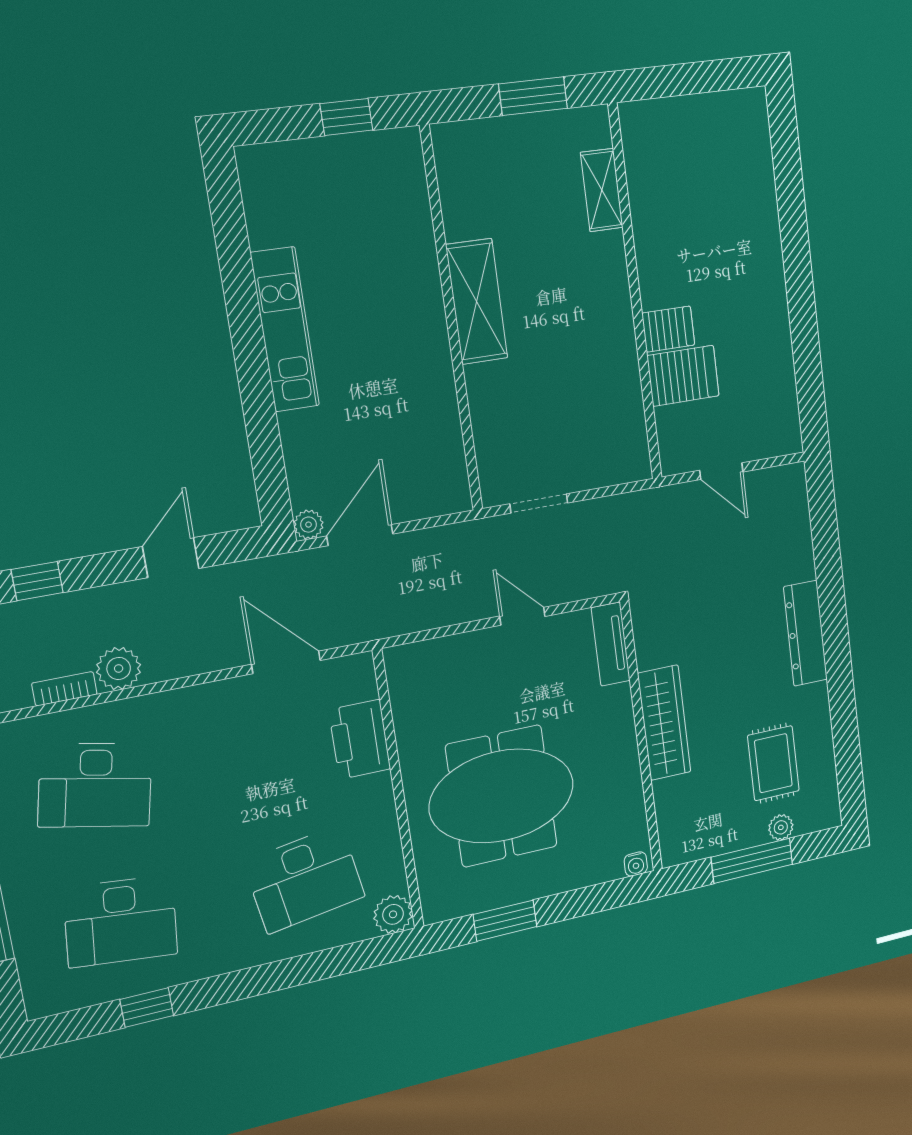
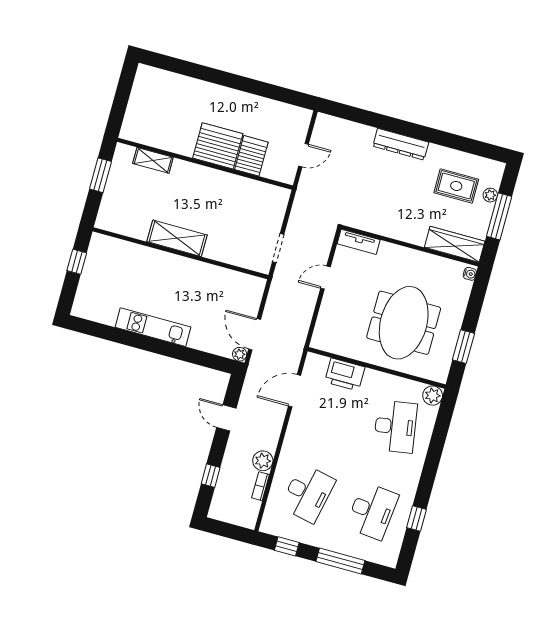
server rack: (668, 329) -> (218, 146), width x2.18, depth x1.44
wardrobe: (664, 723) -> (455, 244), moved

